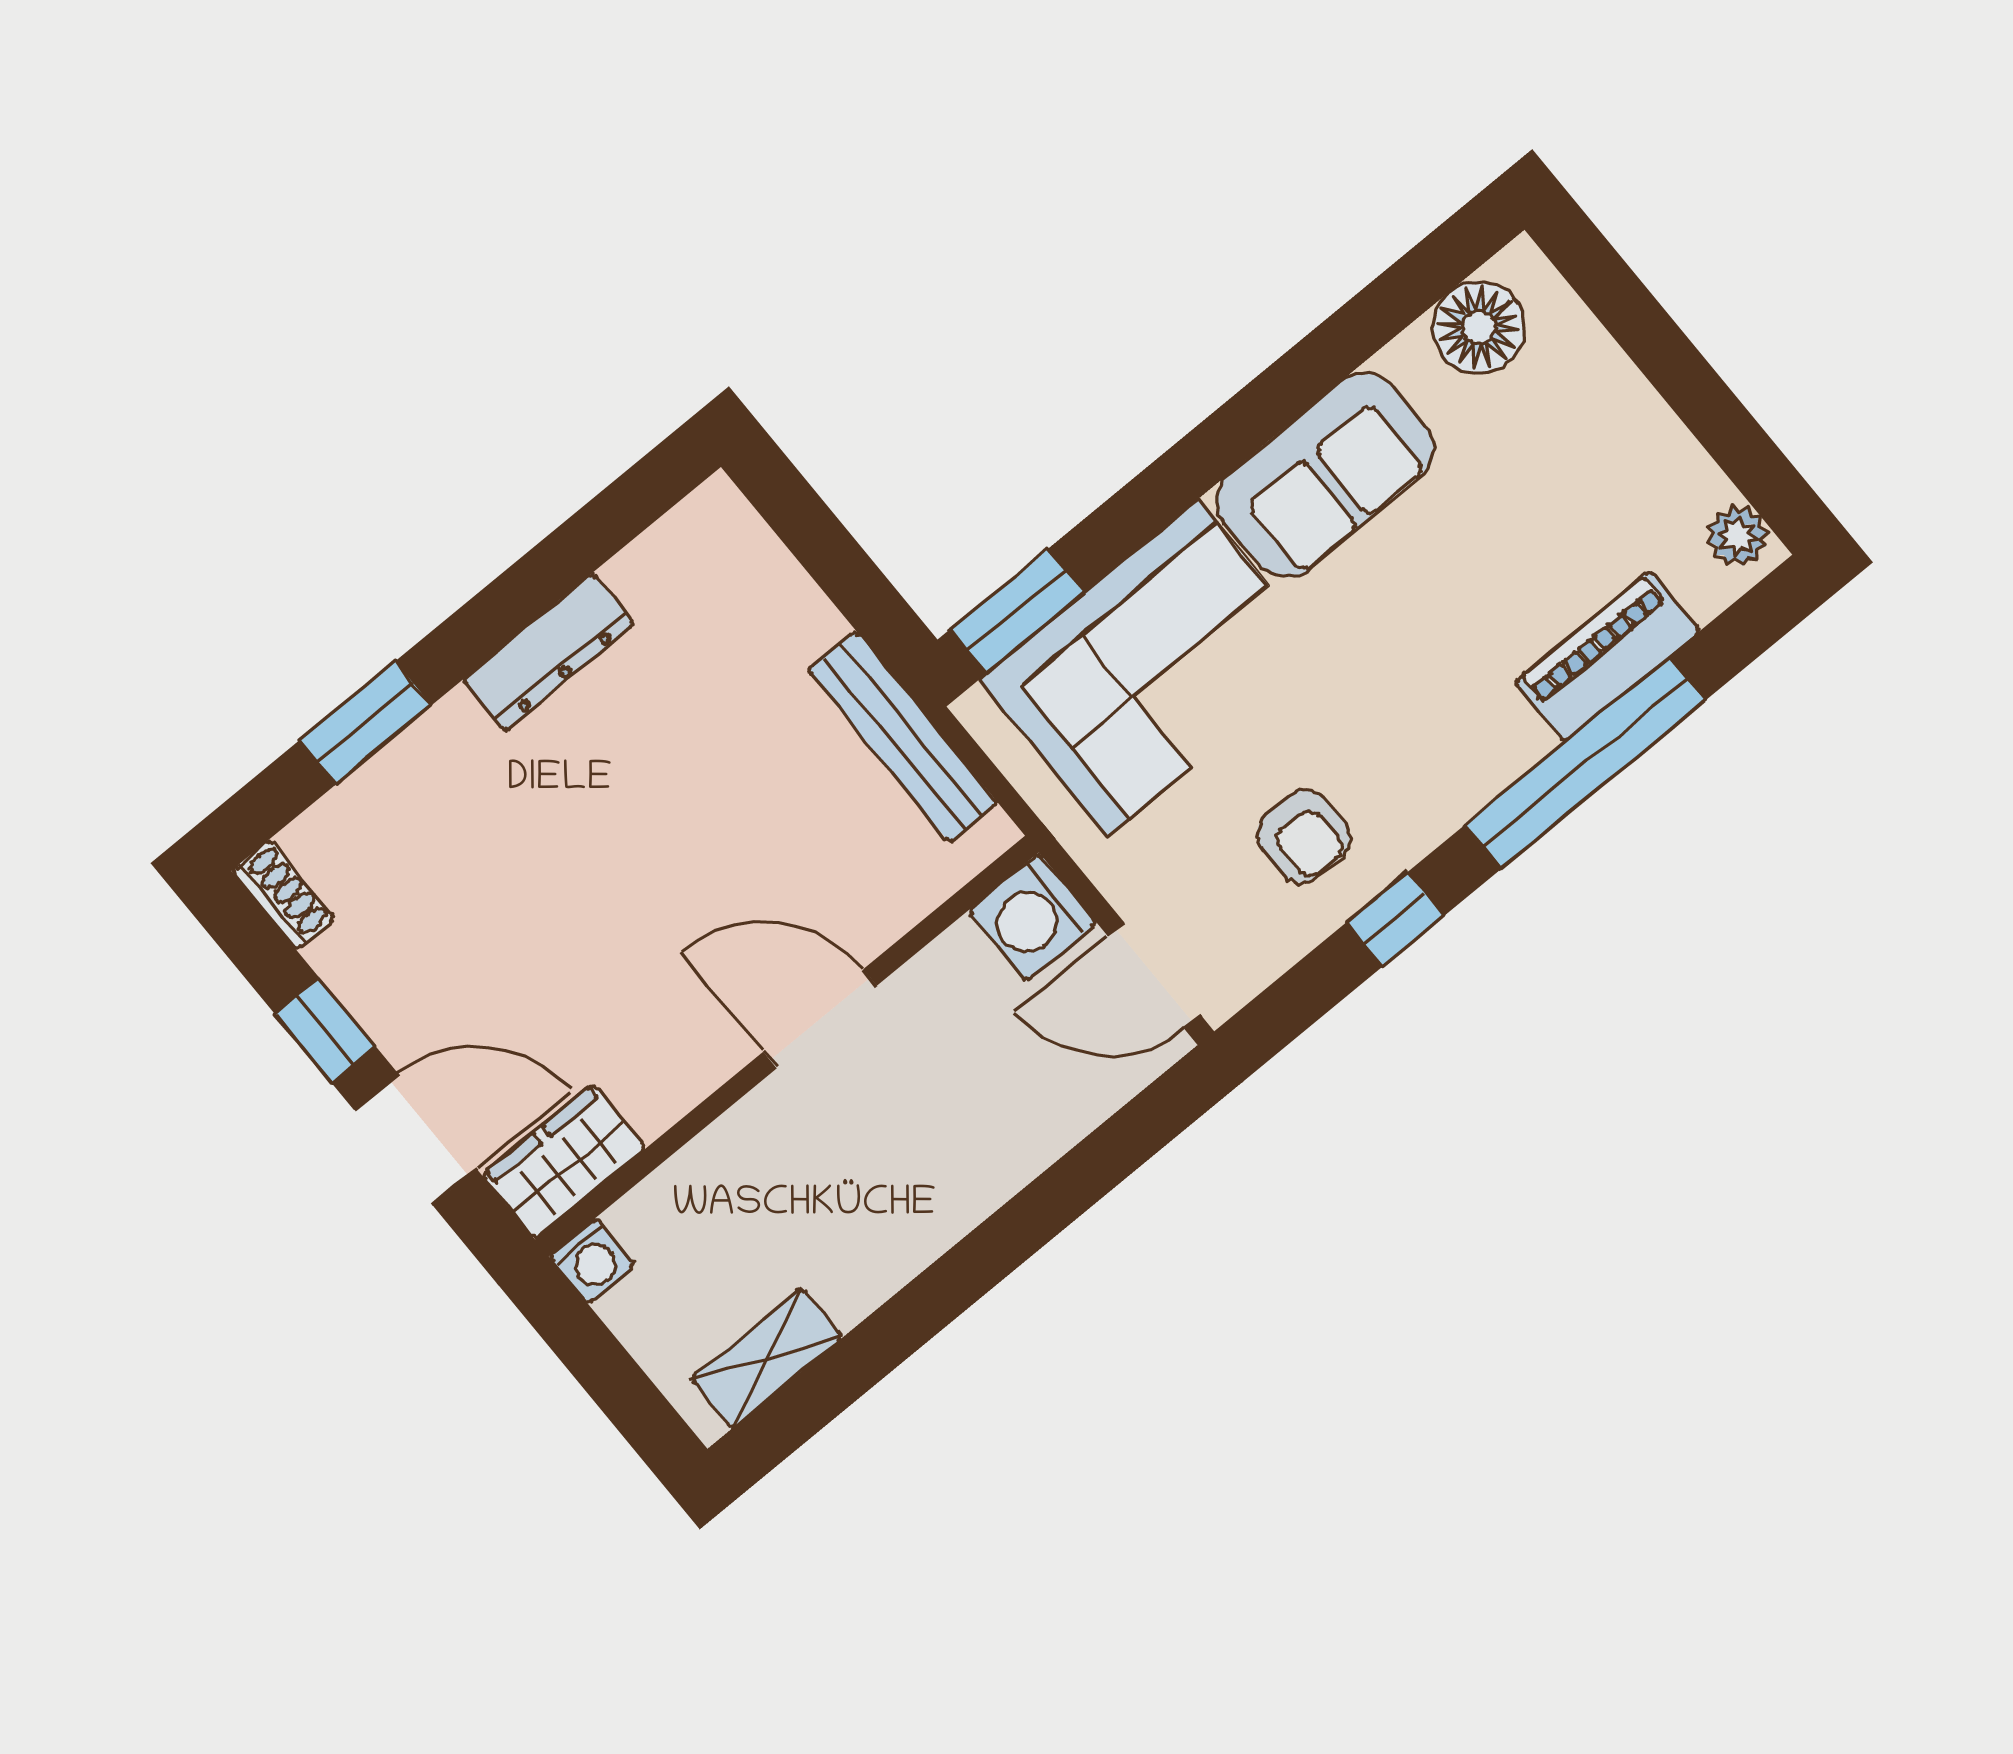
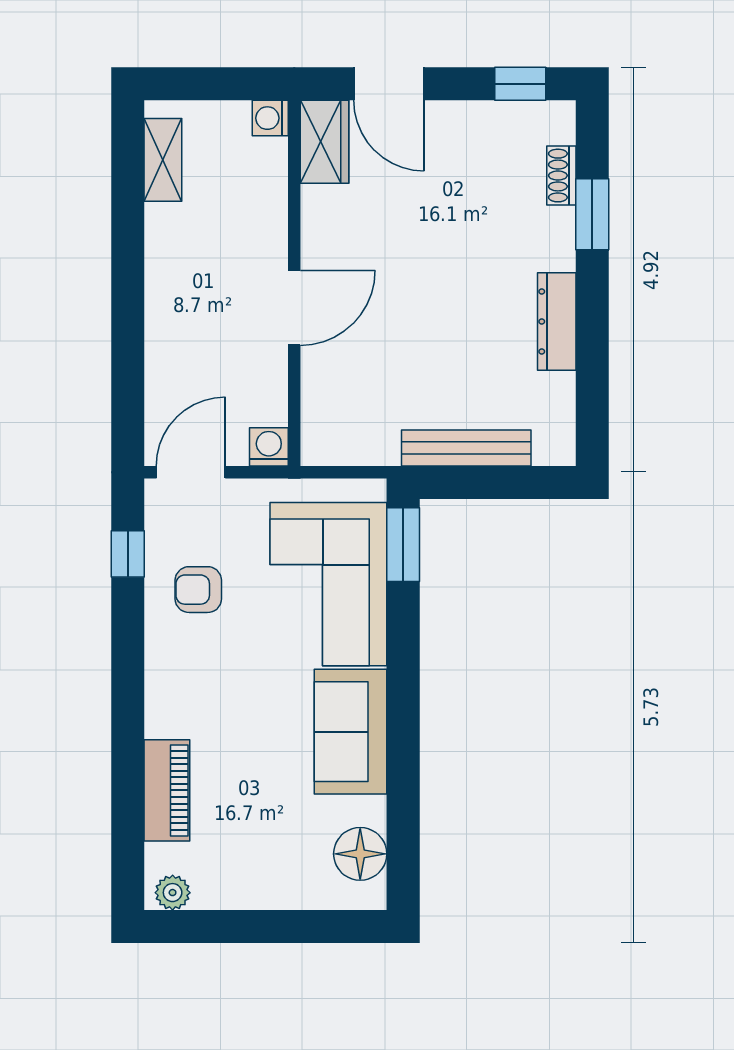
bench: (903, 737) -> (466, 448), moved
window: (1585, 763) -> (128, 742), removed
shoe rack: (283, 895) -> (561, 176), moved, turned 90
washing machine: (1033, 917) -> (269, 447), width x0.73, depth x0.73
window: (1395, 919) -> (128, 554), moved
window: (325, 1030) -> (520, 84), moved
door: (415, 1139) -> (389, 84), hinge flipped

